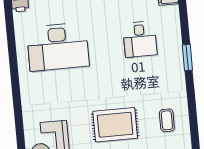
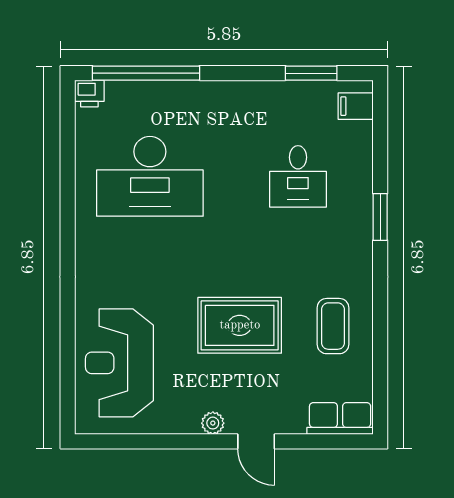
coffee table: (167, 120) -> (333, 326), width x1.36, depth x1.30

